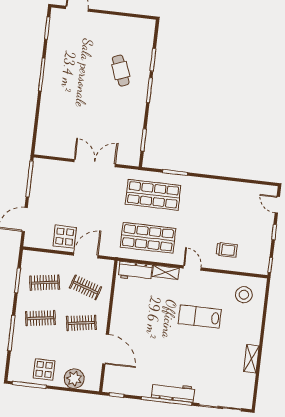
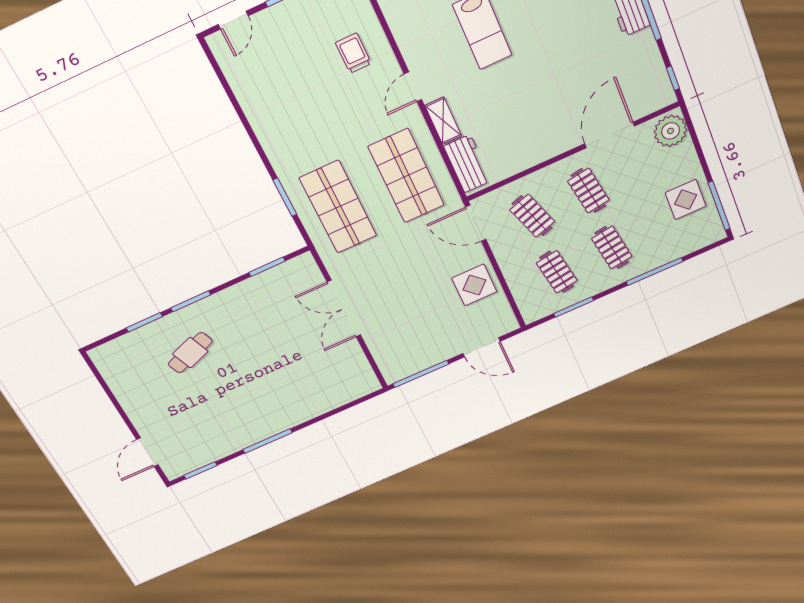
door: (86, 255) -> (476, 223), moved
clothes rail: (86, 287) -> (532, 216), turned -36
plant: (74, 379) -> (671, 131), moved

